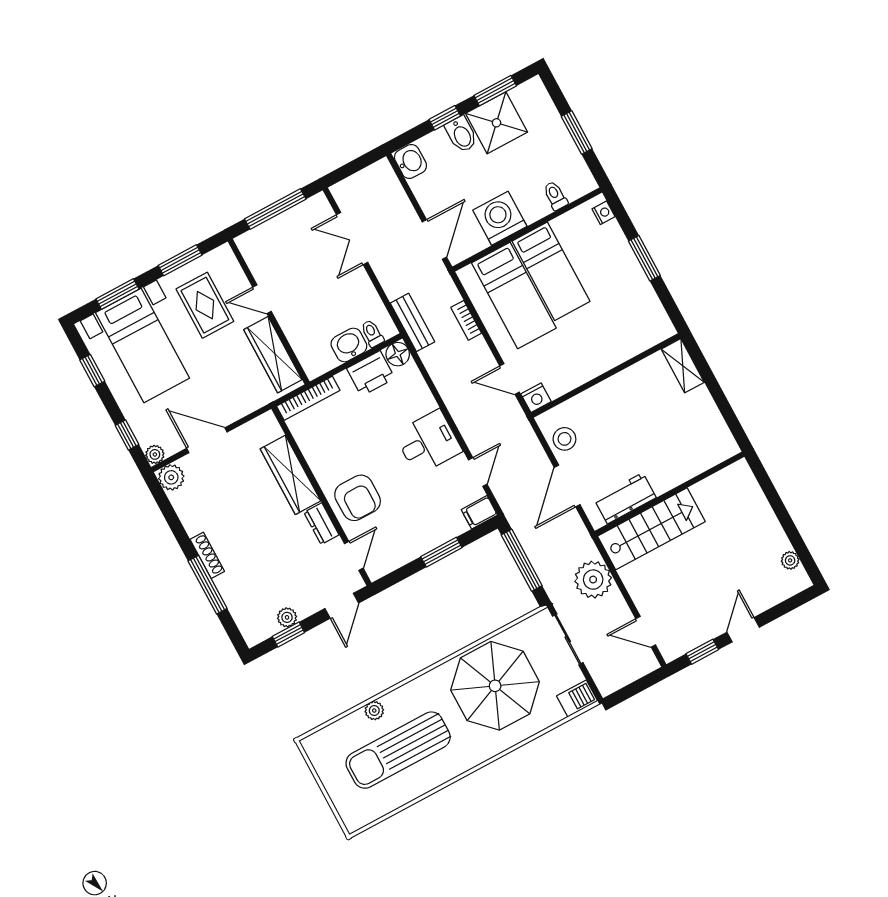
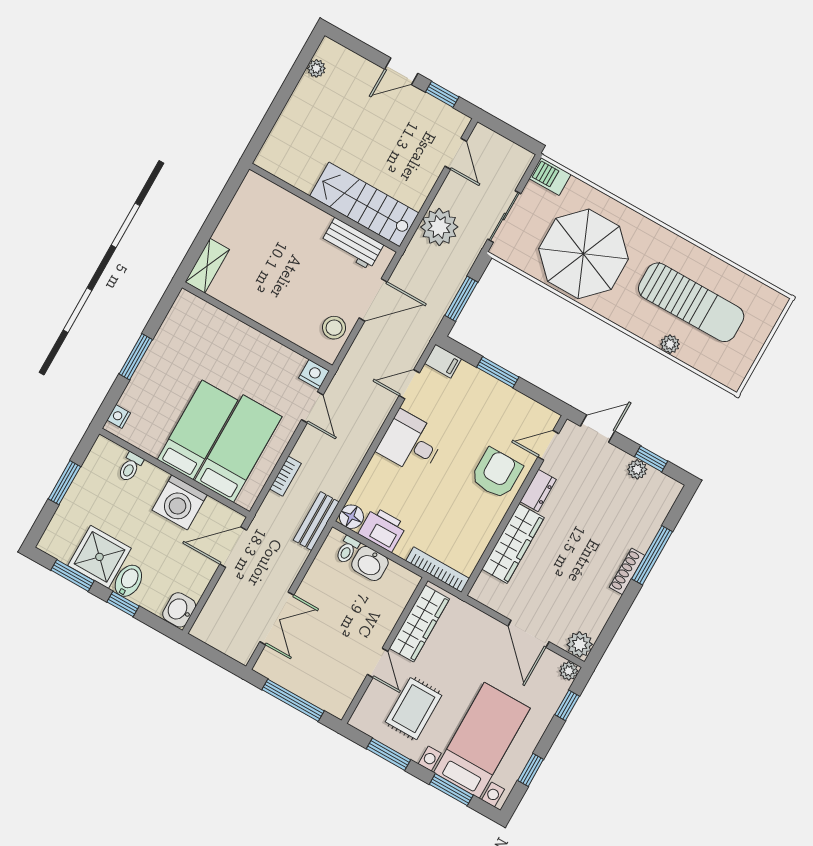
window: (522, 560) -> (461, 299), width x0.69

